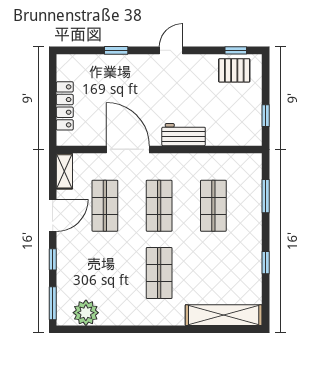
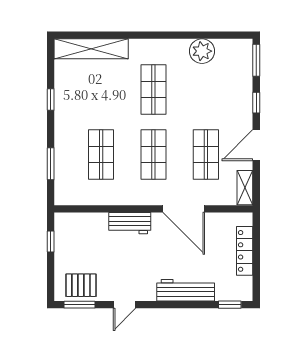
window: (116, 50) -> (230, 305), moved
door: (171, 50) -> (124, 305), moved
window: (236, 50) -> (80, 305), width x1.50
workbench: (126, 65) -> (186, 290), added
plant: (86, 313) -> (202, 51), moved

